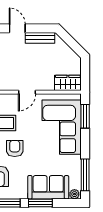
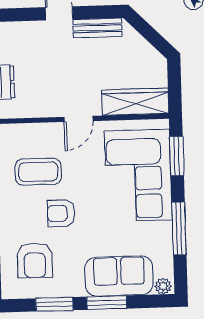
wardrobe: (68, 83) -> (135, 102), width x1.50
armchair: (15, 148) -> (61, 213), turned -90
window: (85, 175) -> (179, 228), moved

